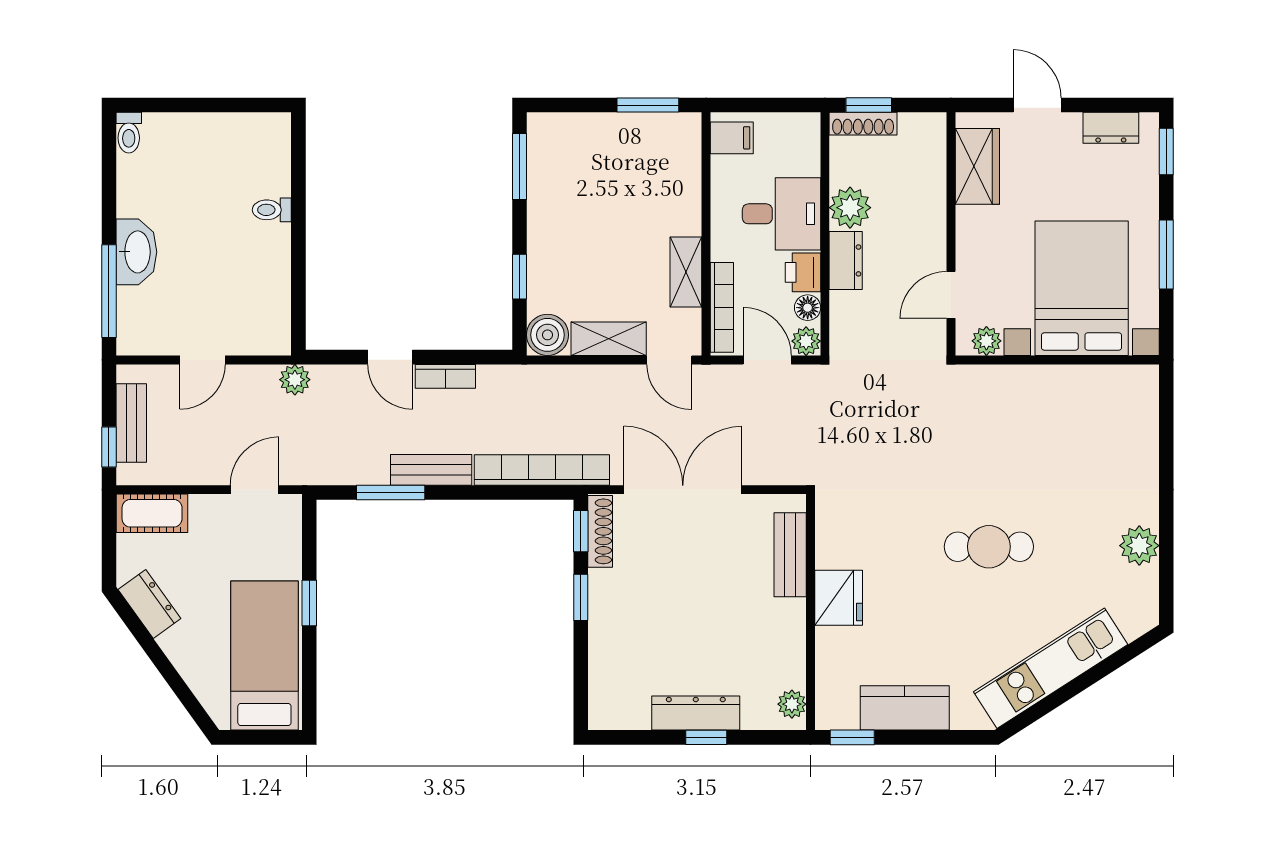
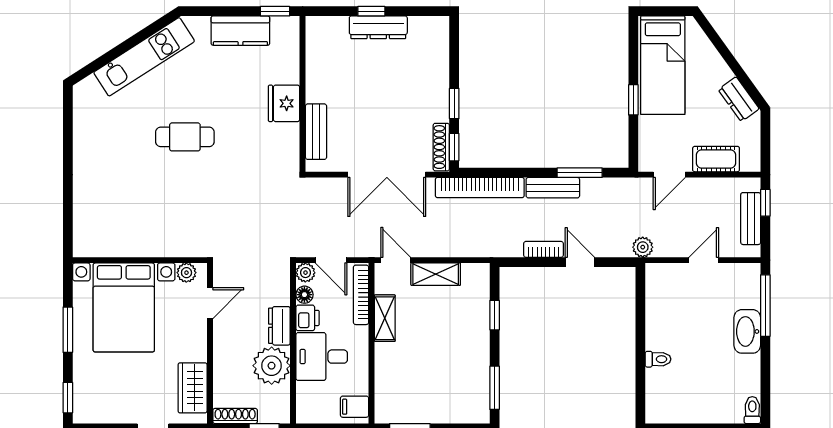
shoe rack: (863, 124) -> (235, 416), moved
dresser: (1111, 128) -> (104, 413), removed
plant: (850, 208) -> (272, 366), width x1.36, depth x1.36
boiler: (548, 335) -> (476, 277), removed
cot: (152, 513) -> (716, 159), moved
plant: (1139, 546) -> (86, 138), removed
plant: (792, 704) -> (315, 33), removed

